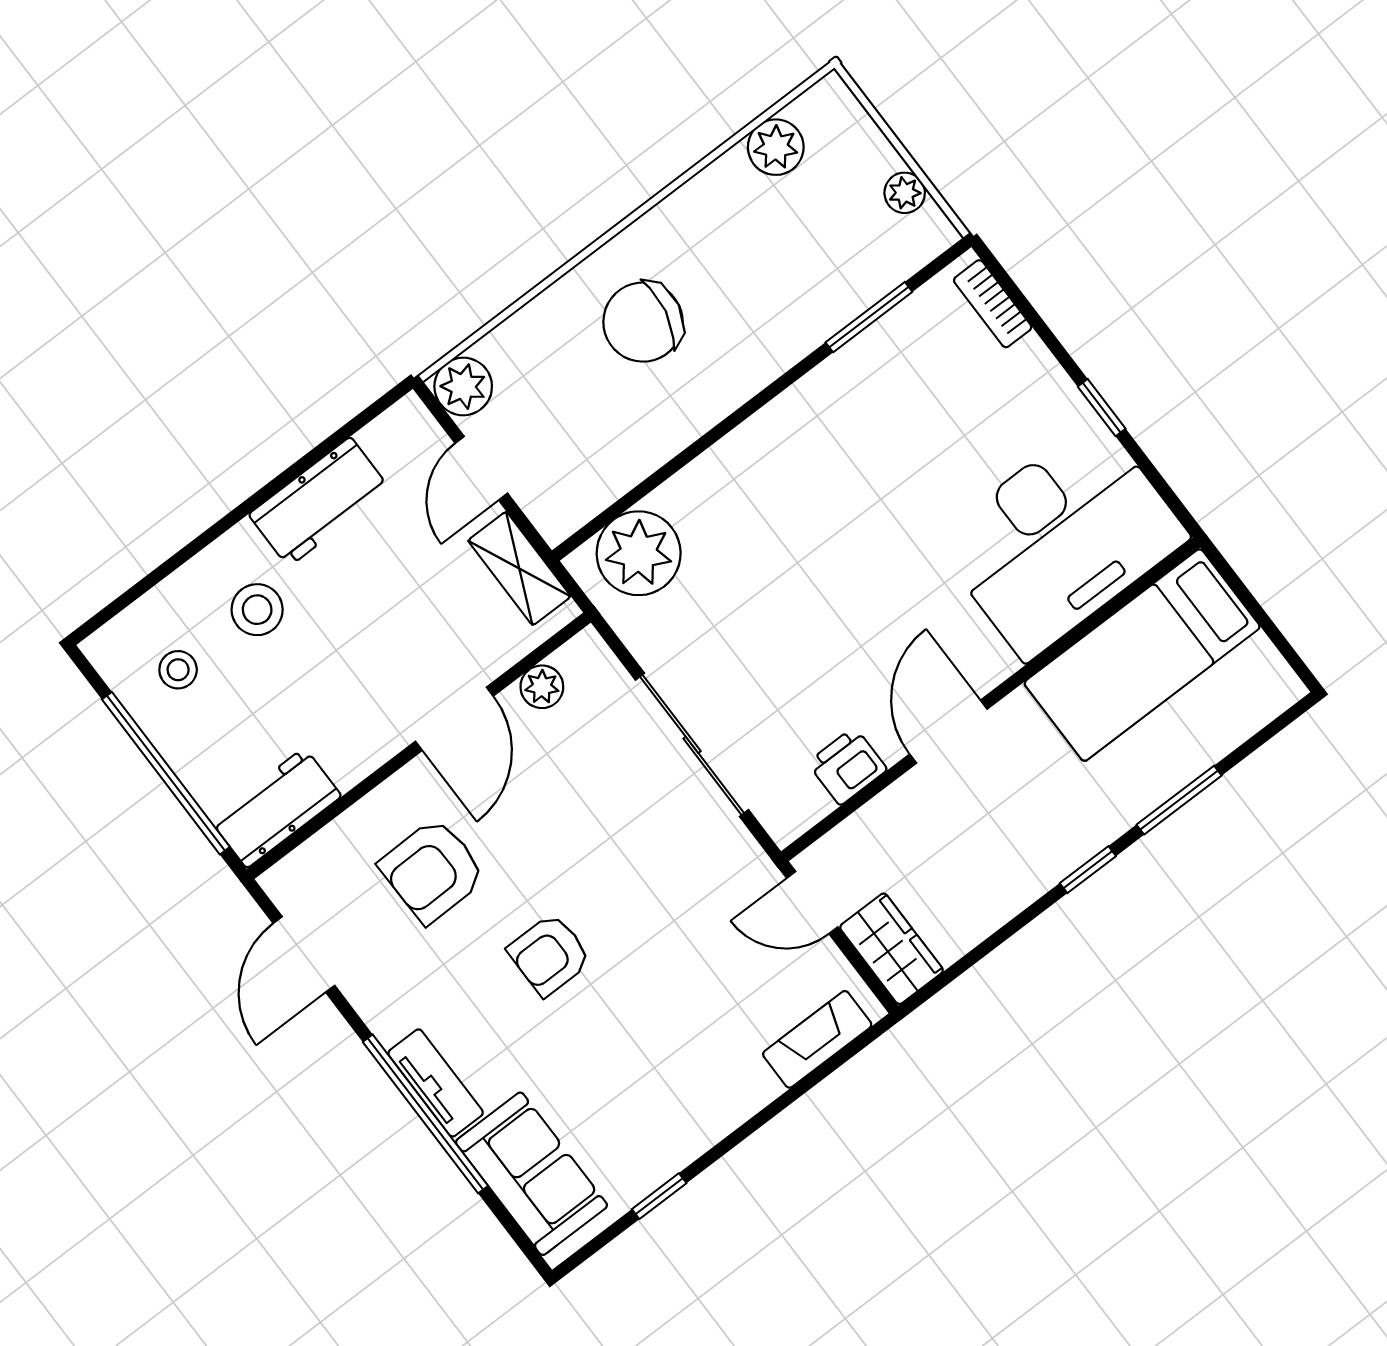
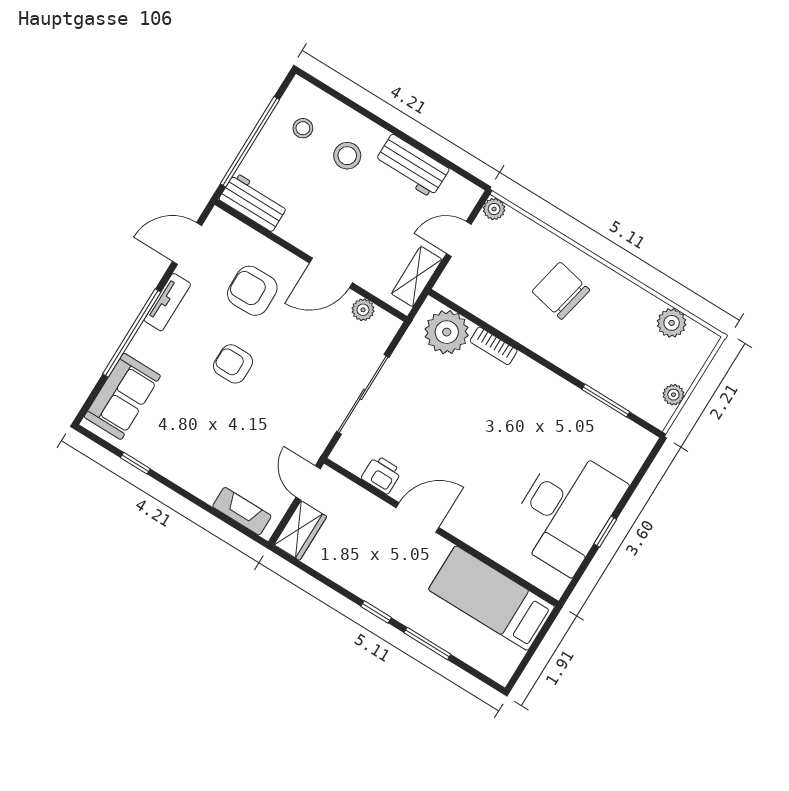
bookcase: (993, 304) -> (494, 346), moved, turned -90
plant: (463, 387) -> (494, 209), width x0.73, depth x0.73
desk: (1061, 539) -> (566, 510), moved, turned -90
tv unit: (436, 1083) -> (167, 302), moved

